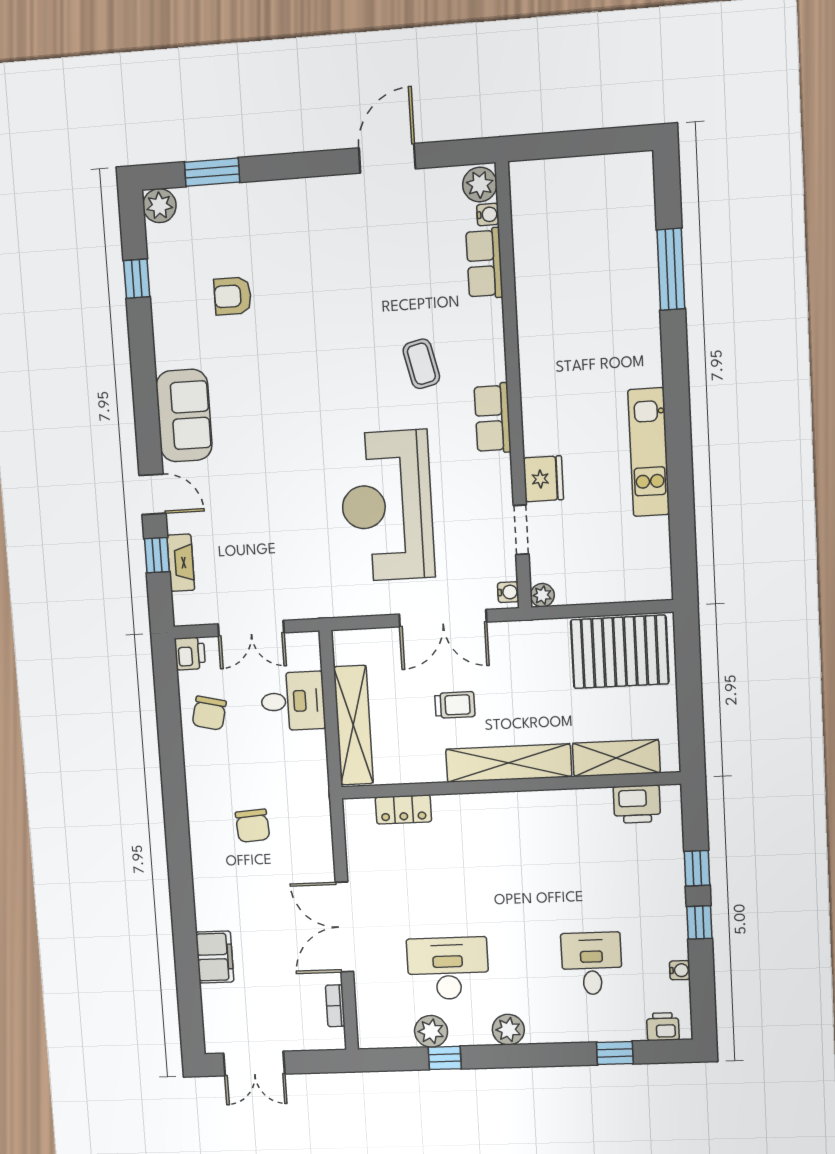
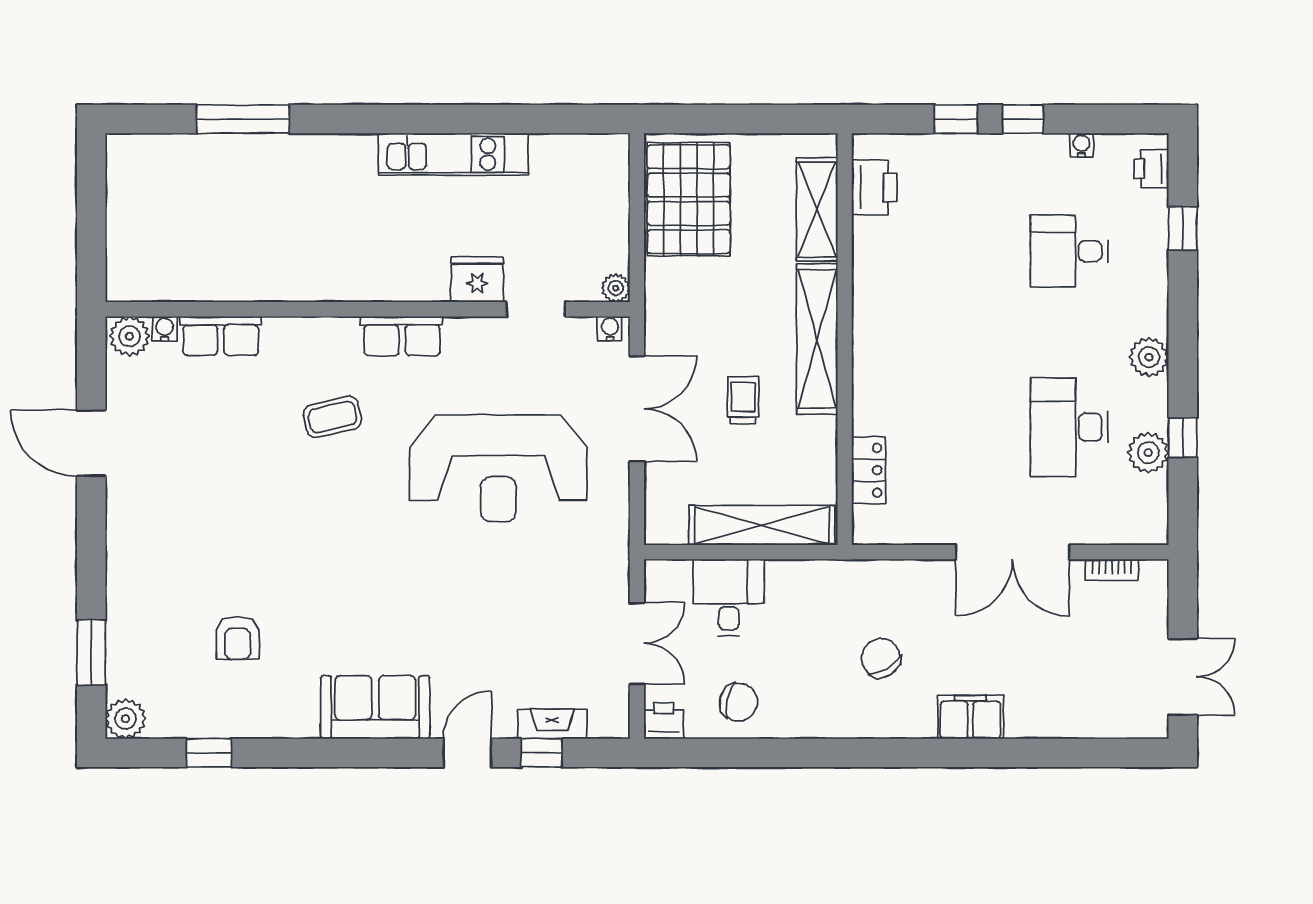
chair: (253, 826) -> (881, 658), turned -117
filing cabinet: (215, 957) -> (970, 717), moved

